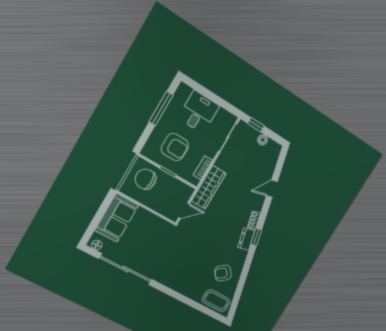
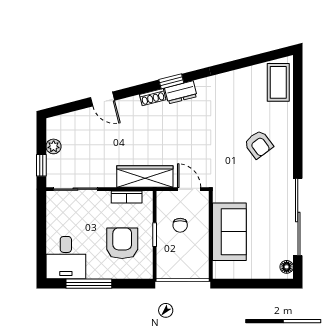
desk: (199, 112) -> (66, 258), moved, turned -90
chair: (145, 179) -> (180, 225), moved, width x0.54, depth x0.54
sofa: (117, 218) -> (229, 232), moved, turned 90
armchair: (223, 273) -> (259, 144), moved

